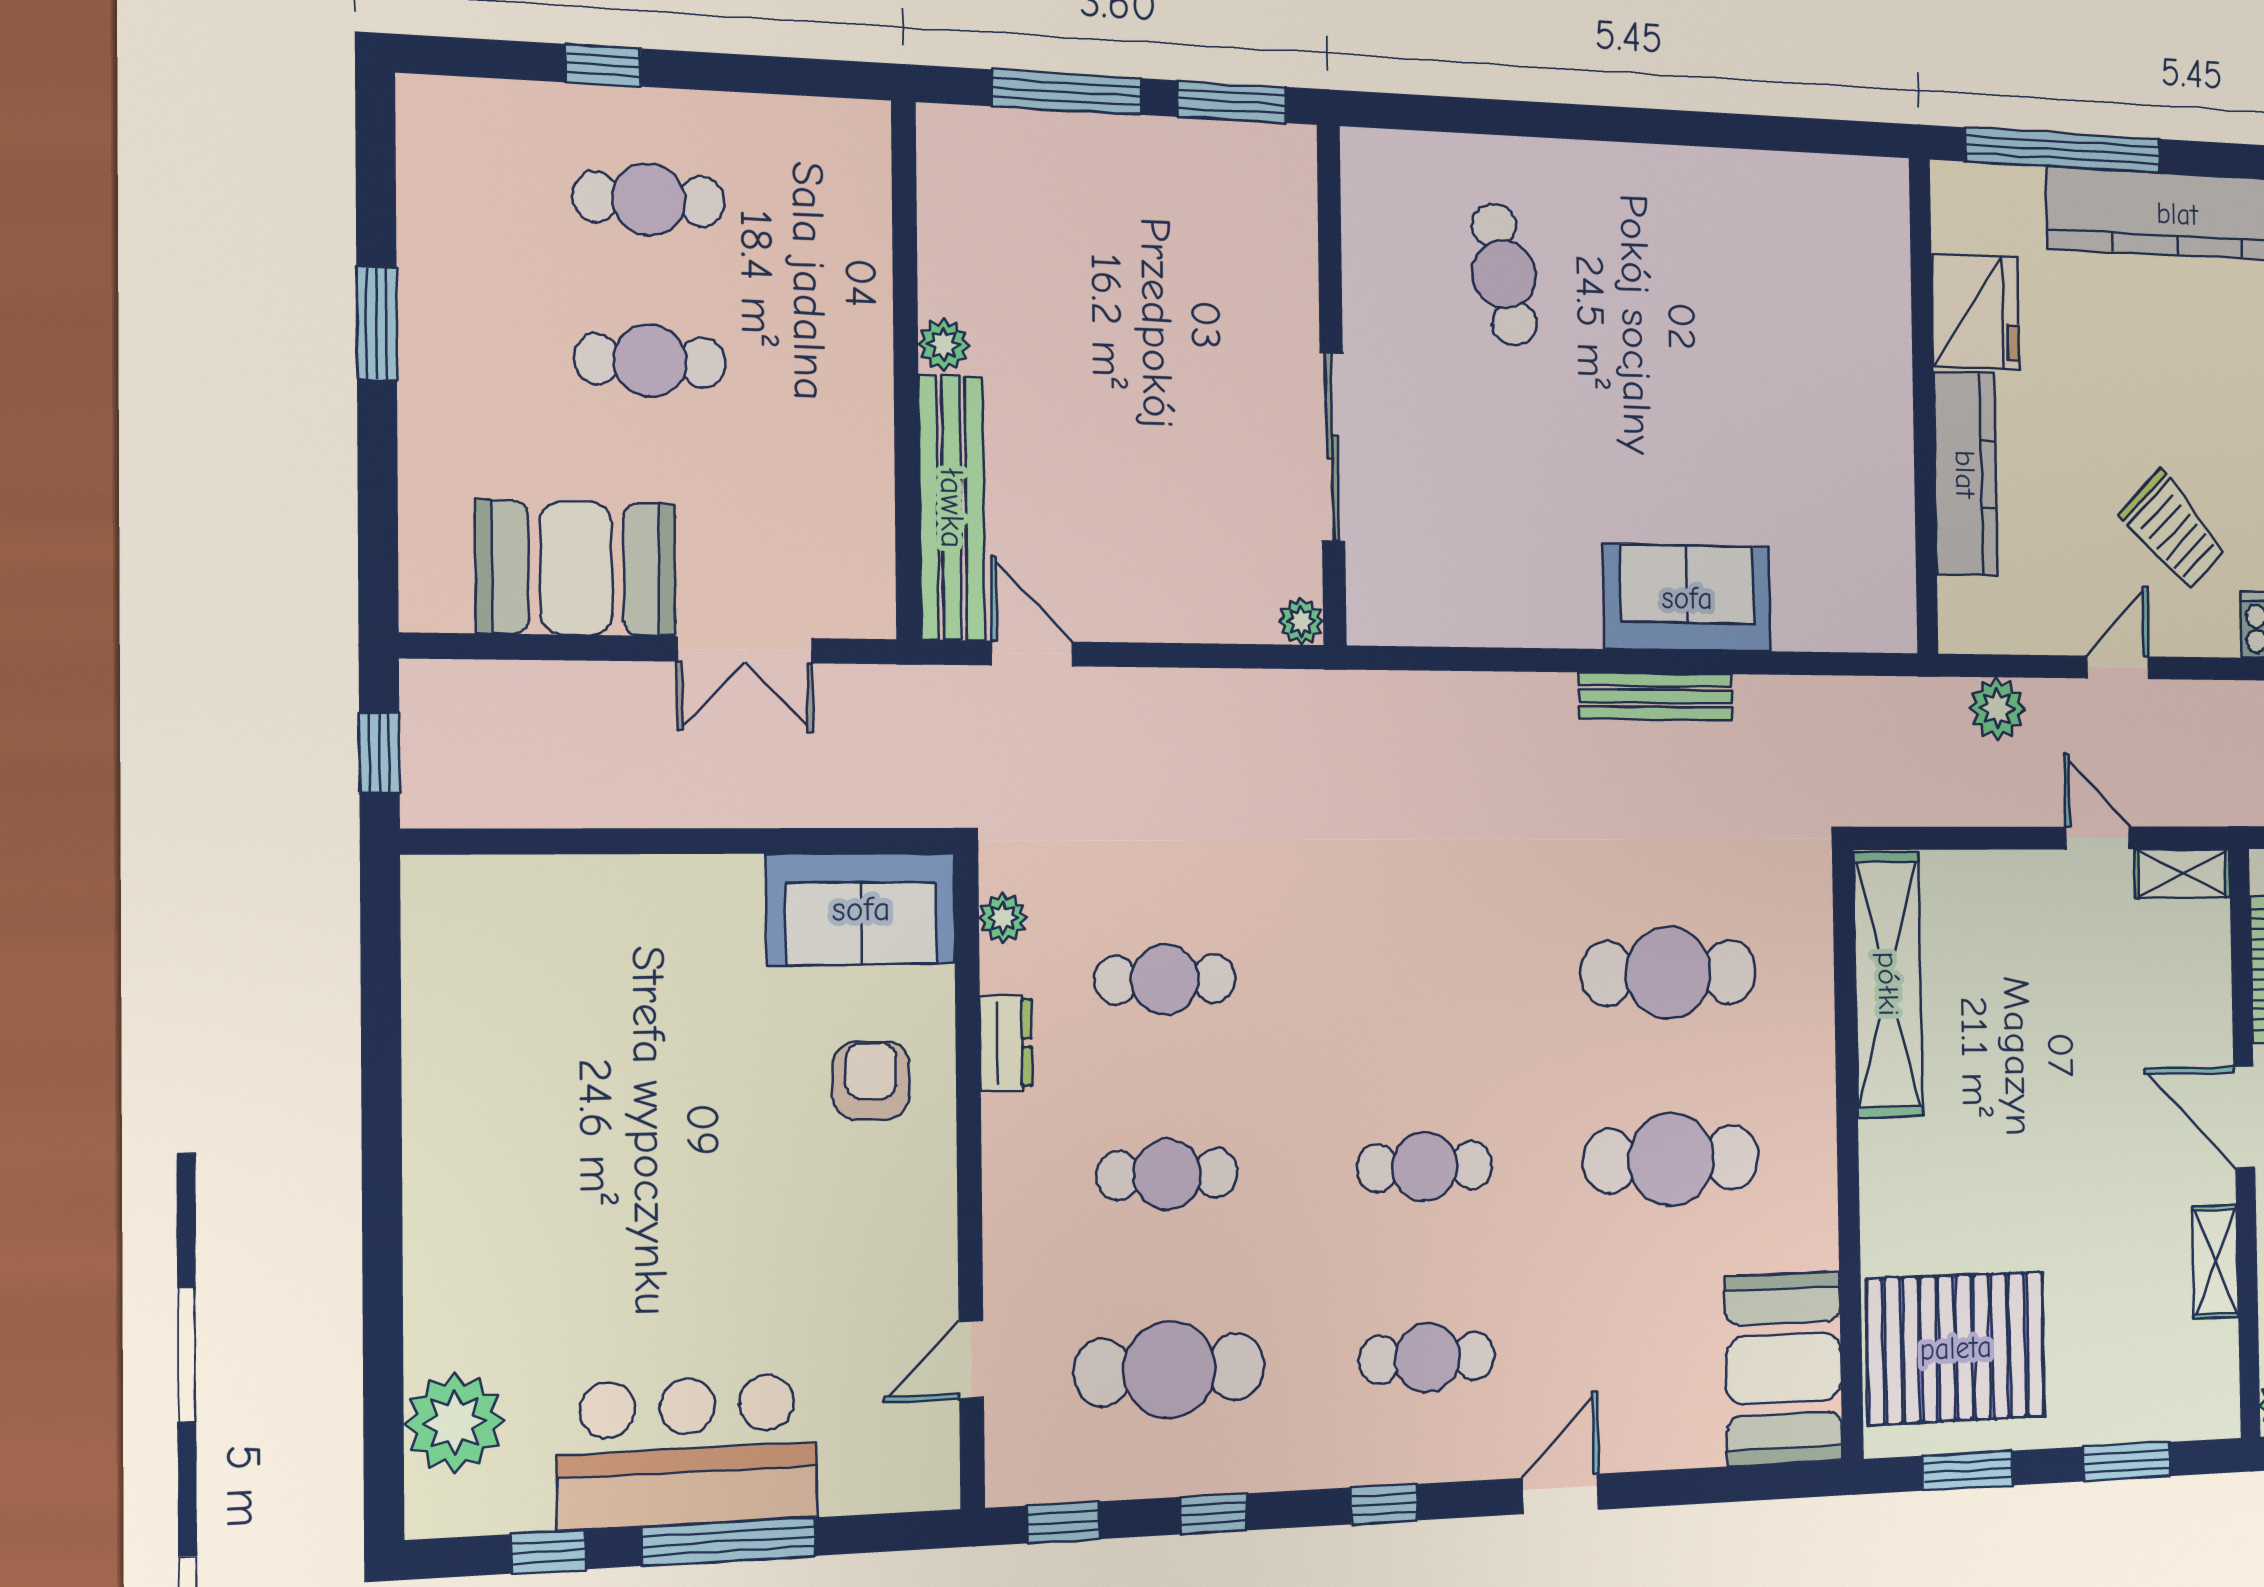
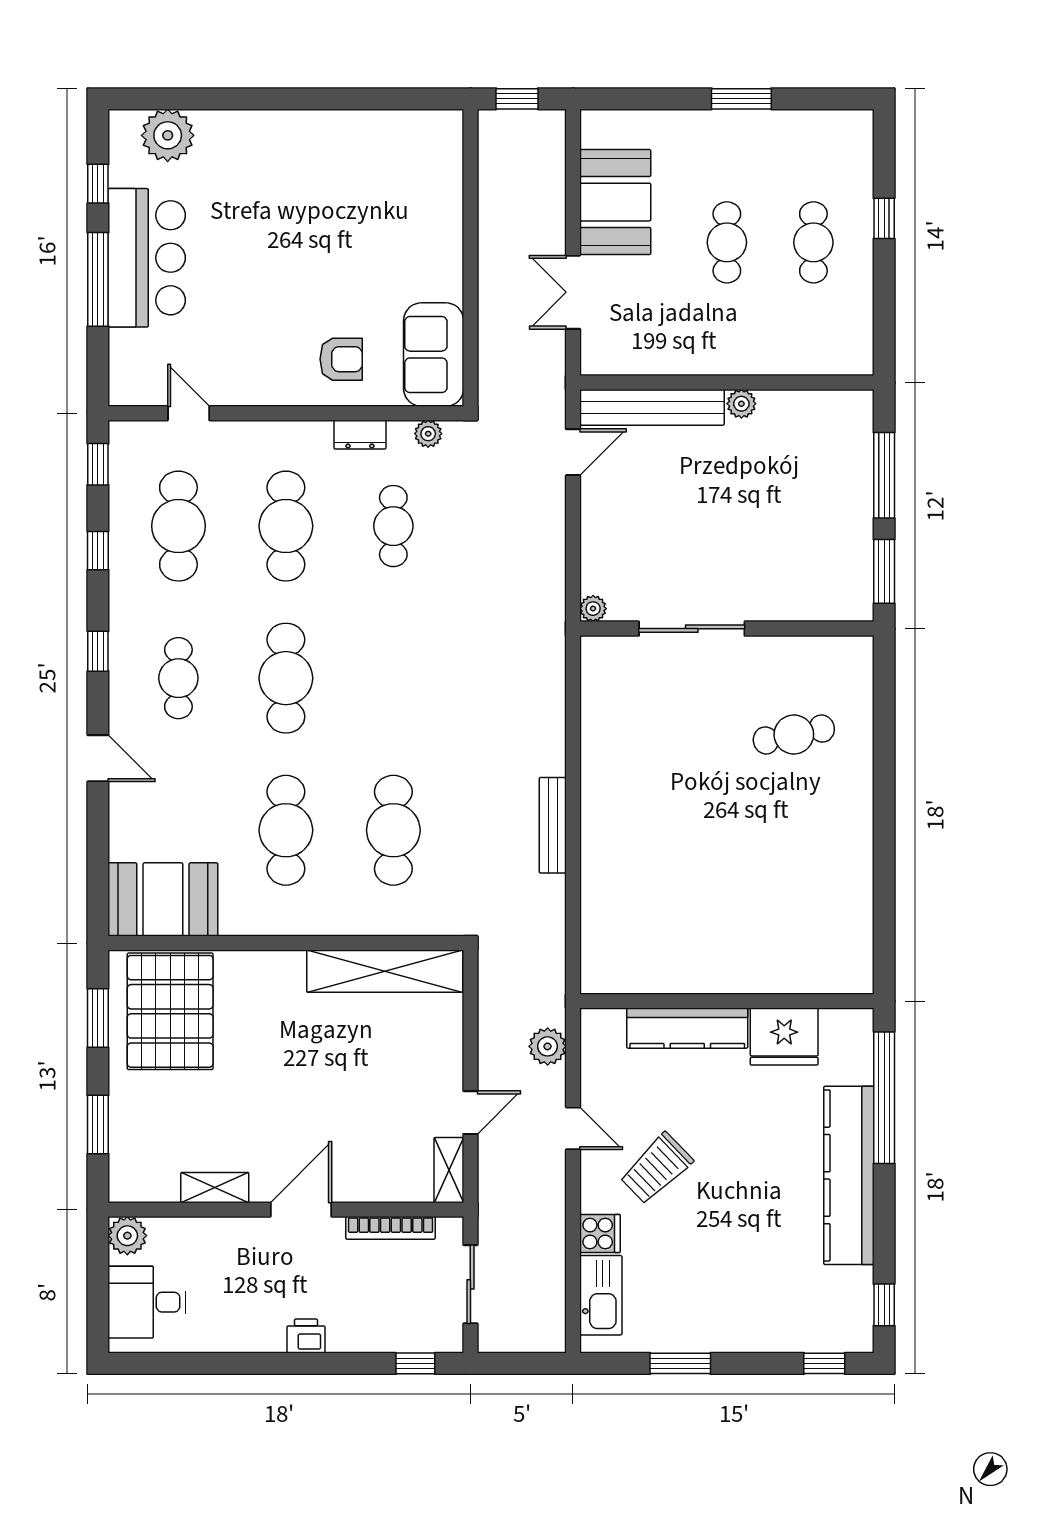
sofa: (1687, 598) -> (610, 846), removed
cafe table: (1425, 1167) -> (286, 678), width x1.37, depth x1.35
cafe table: (1167, 1174) -> (286, 526), width x1.37, depth x1.35

